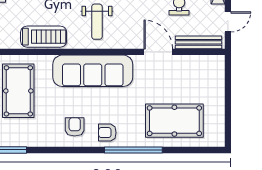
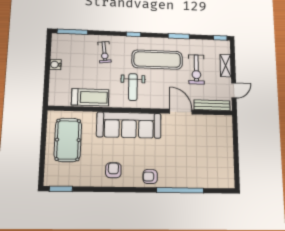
pool table: (174, 121) -> (194, 166), removed
armchair: (107, 133) -> (150, 177), moved
window: (133, 150) -> (180, 190), moved

